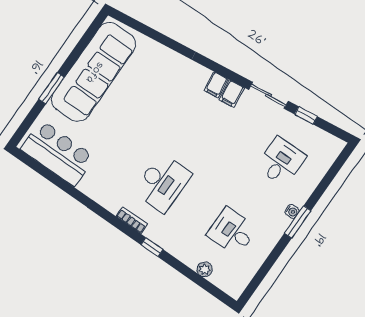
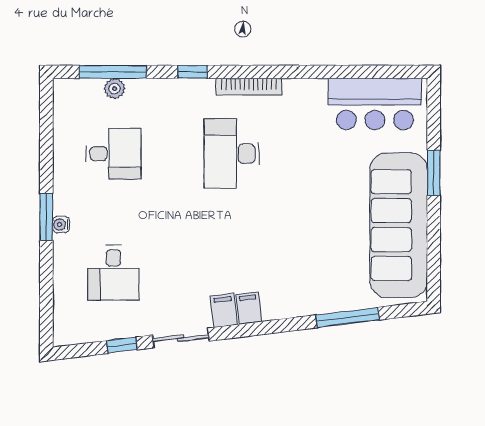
window: (162, 39) -> (347, 317), added
bookcase: (132, 220) -> (249, 87), width x1.56
window: (199, 280) -> (113, 72), added

